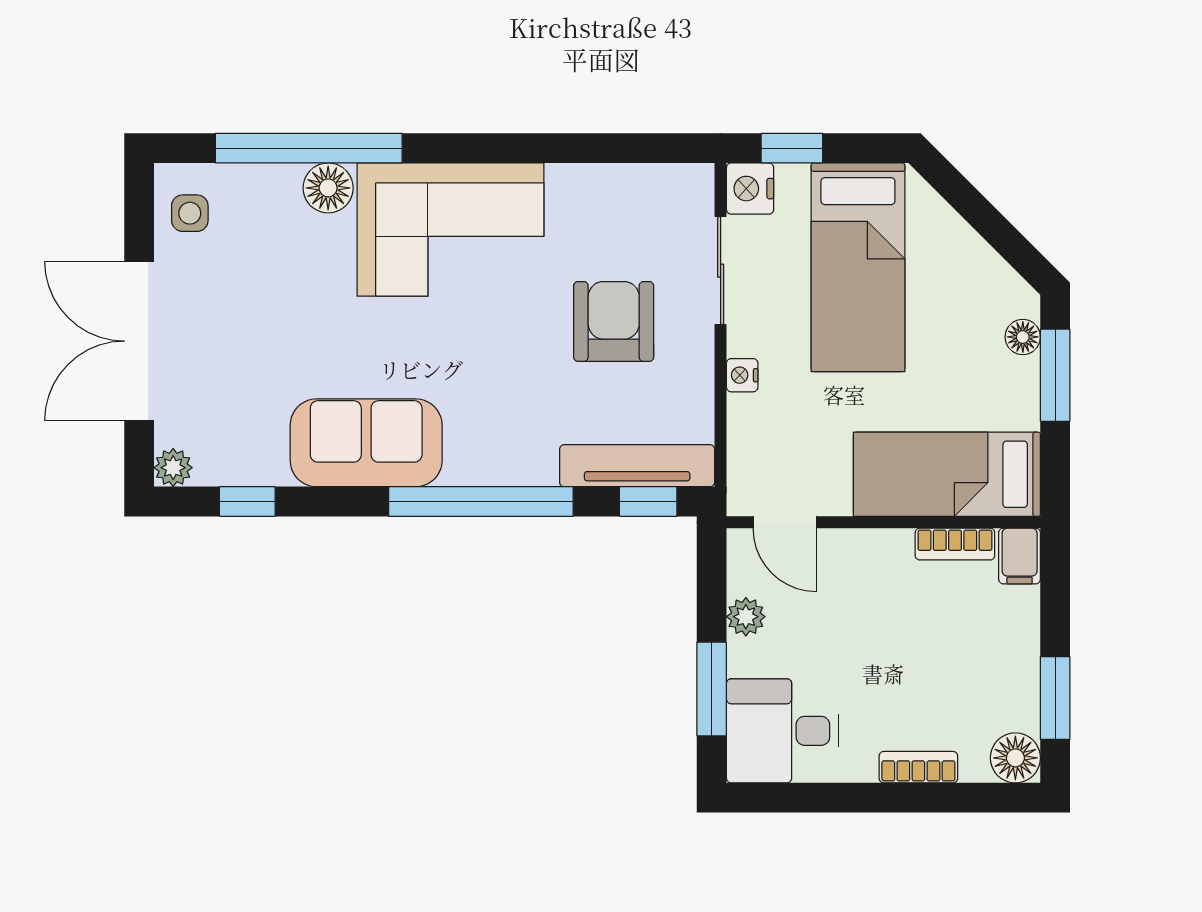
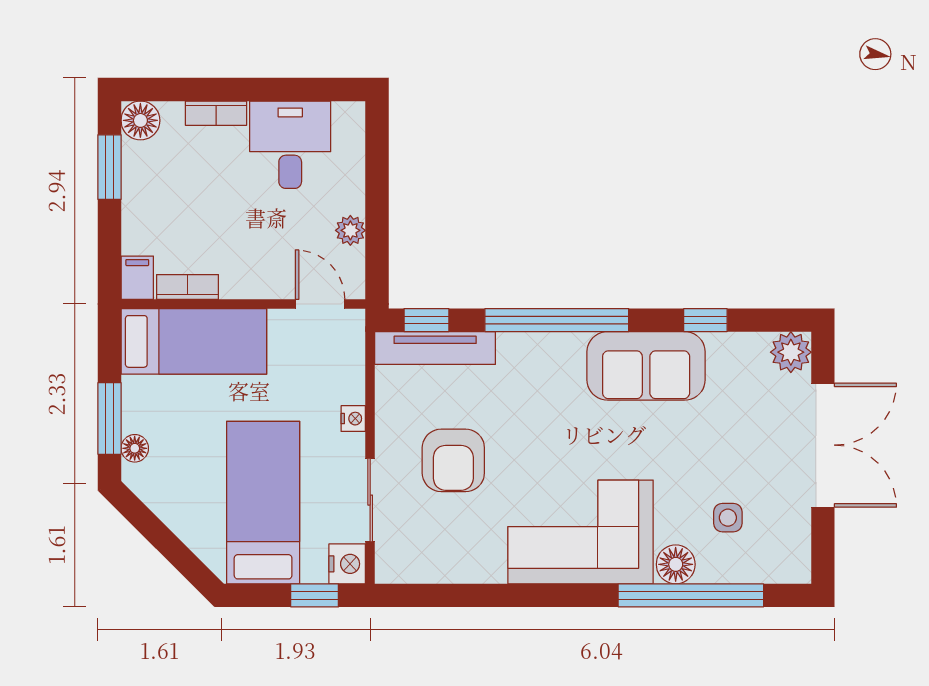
side table: (190, 213) -> (728, 518), moved
plant: (173, 468) -> (791, 352), width x1.38, depth x1.38
window: (247, 502) -> (705, 320), moved
window: (712, 689) -> (377, 174), removed
desk: (783, 731) -> (290, 145), moved, turned -90

